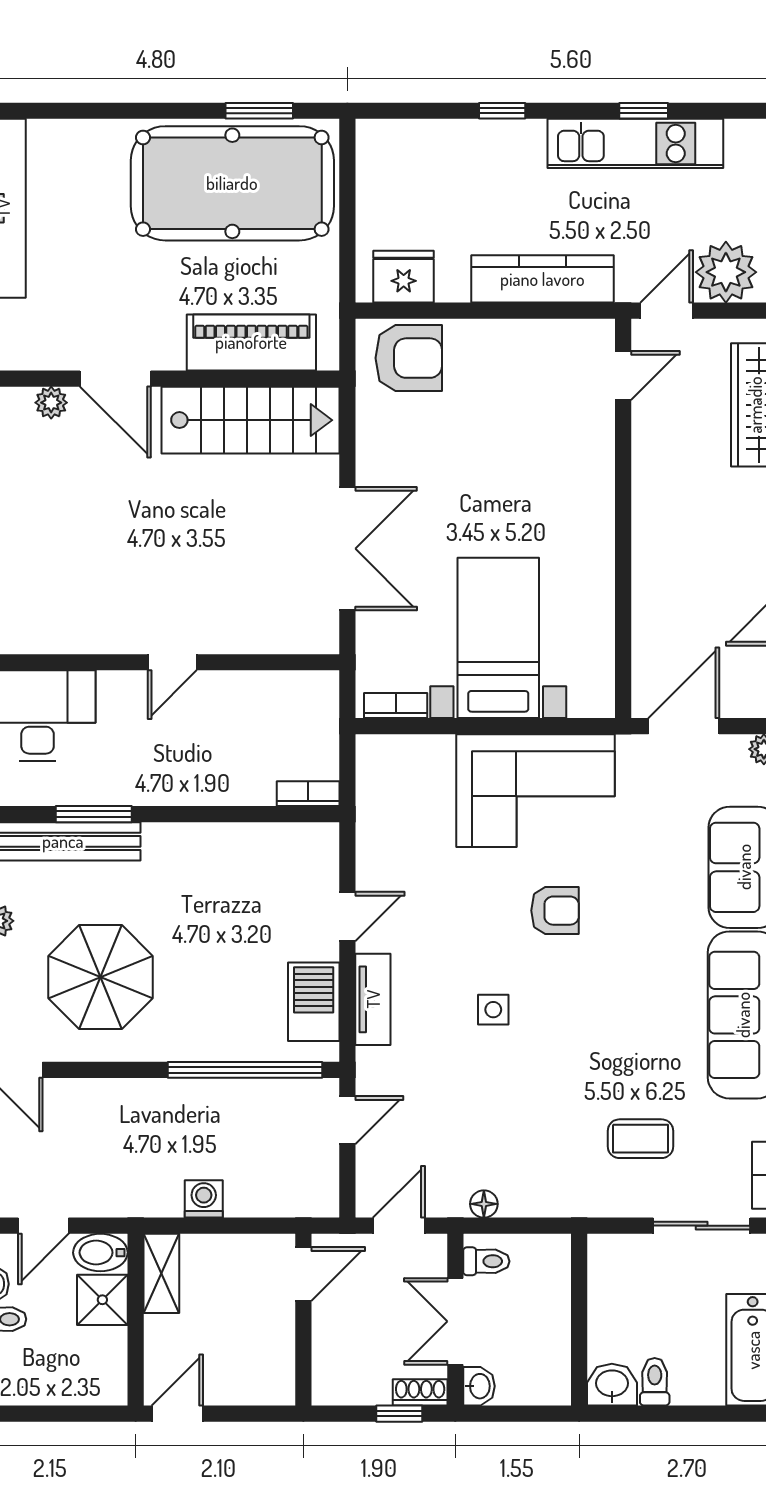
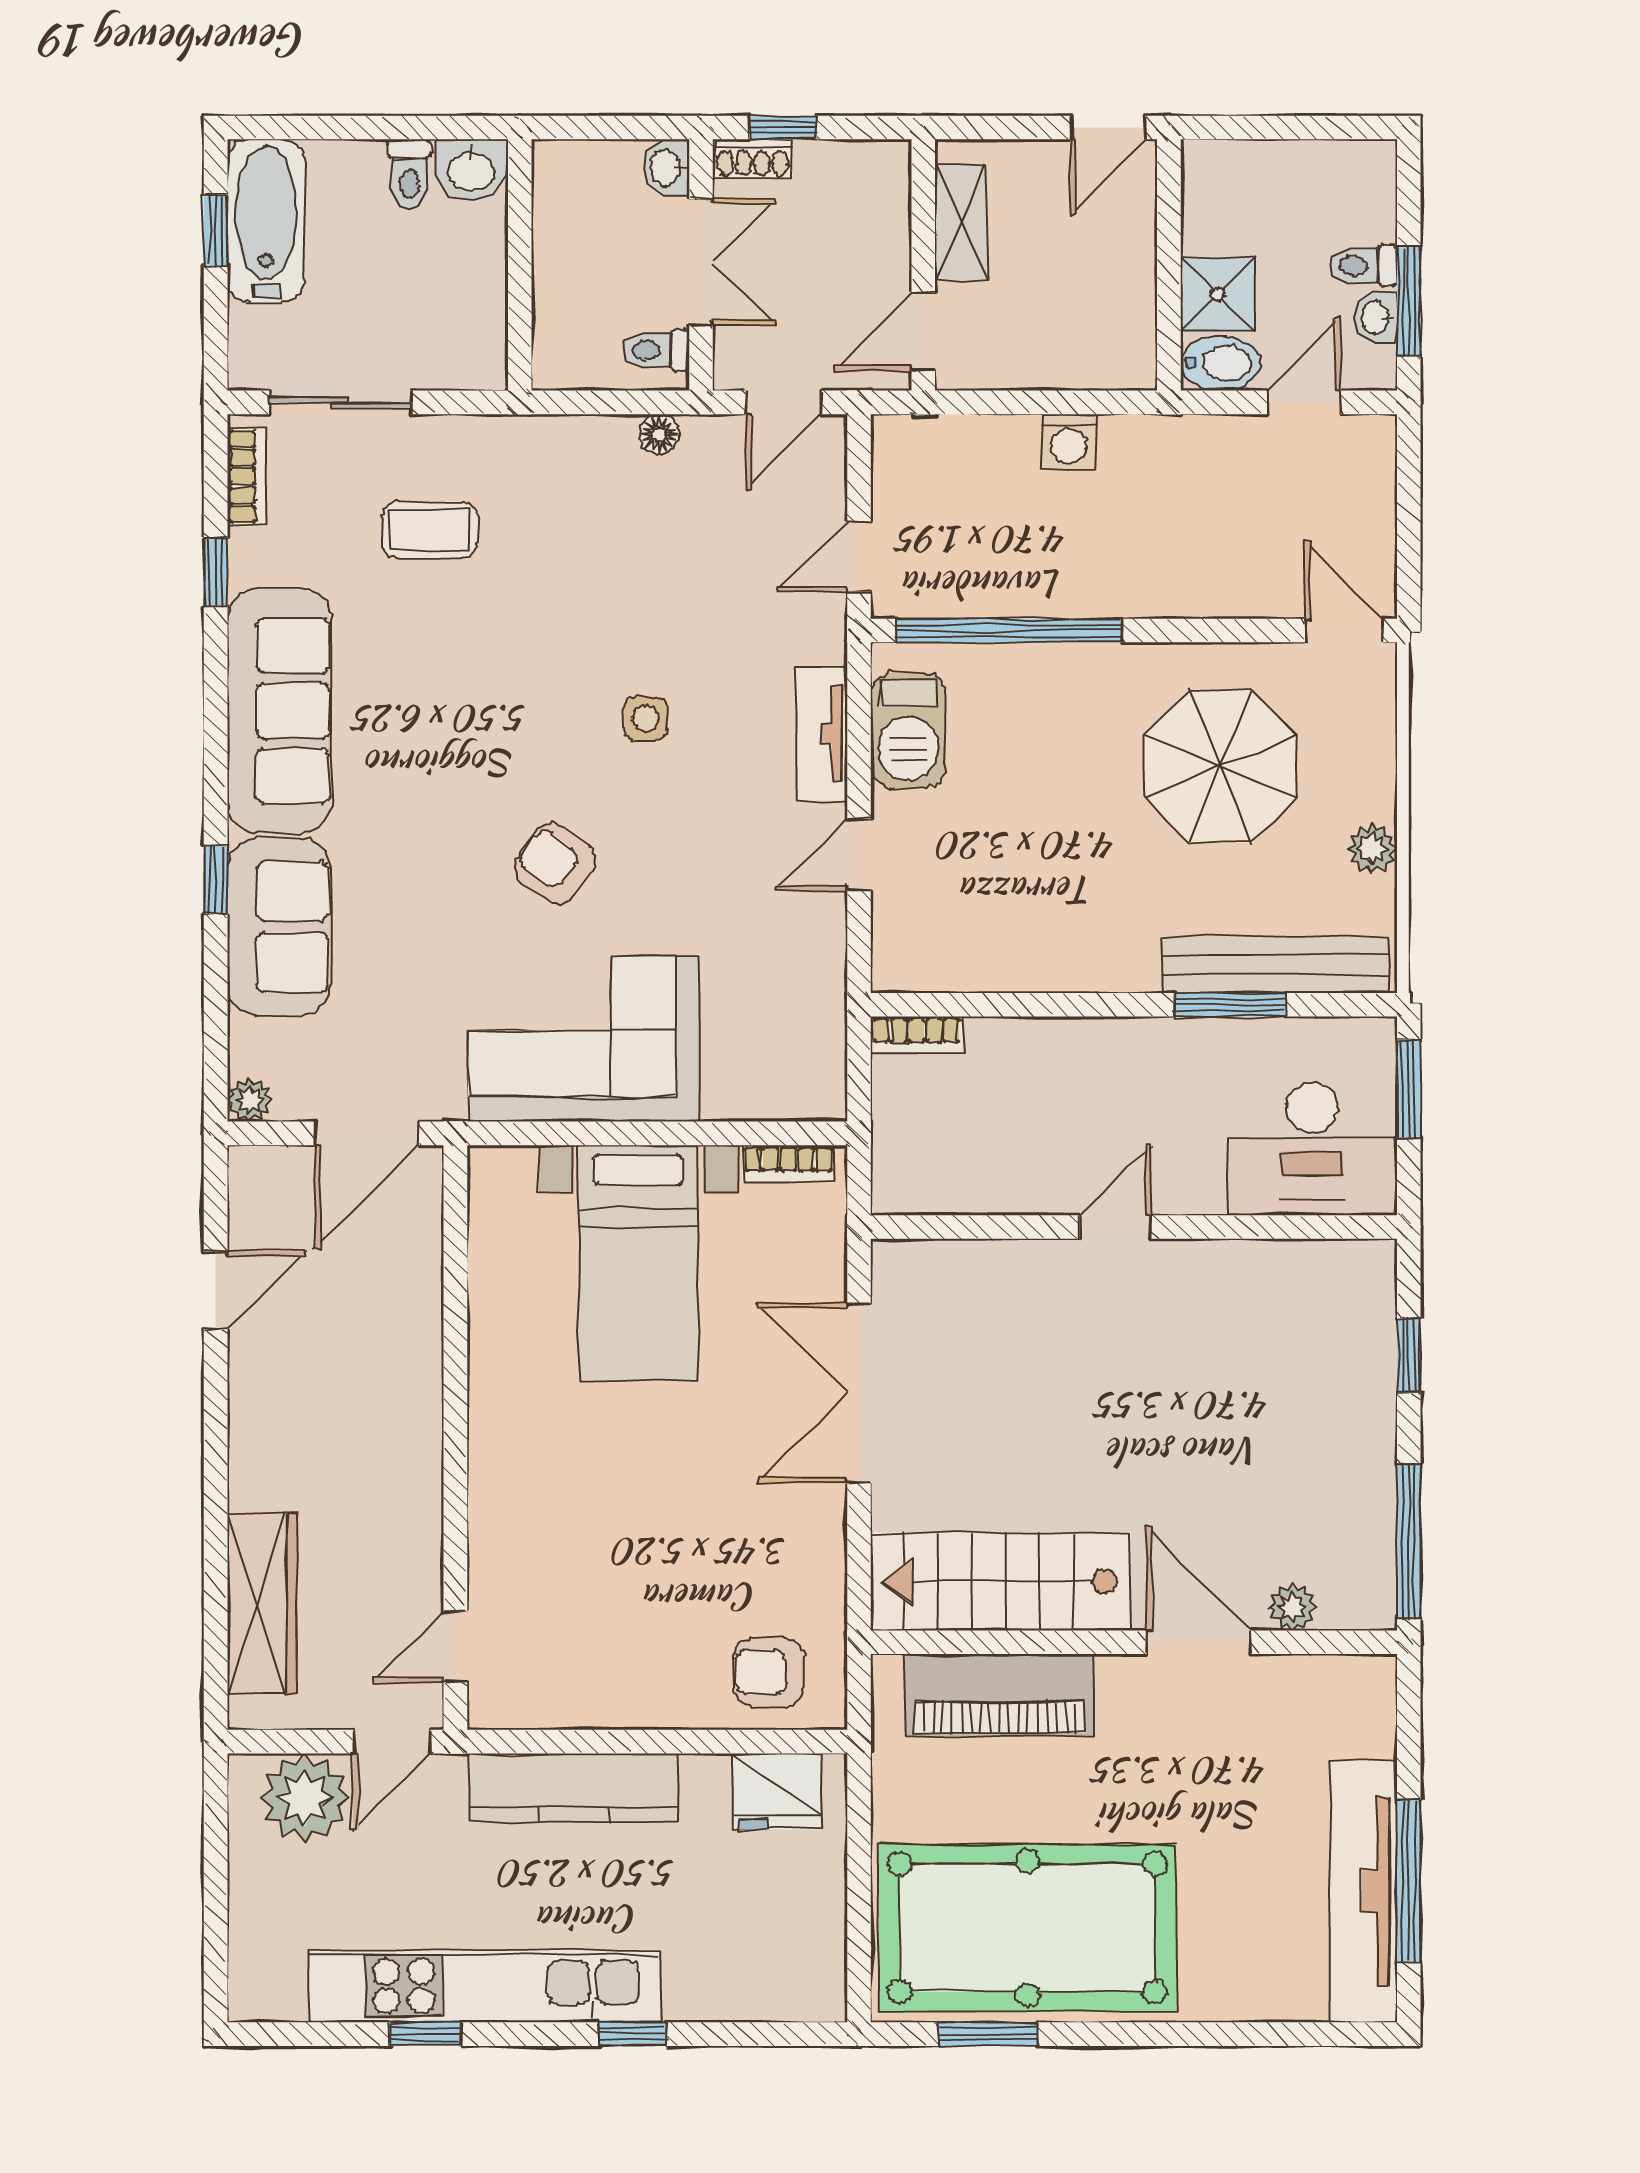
kitchen unit: (635, 143) -> (484, 1986), width x1.36
armchair: (409, 358) -> (769, 1672), width x0.72, depth x0.72
armchair: (555, 911) -> (555, 864), turned 37
shelving: (161, 1273) -> (961, 222), moved

